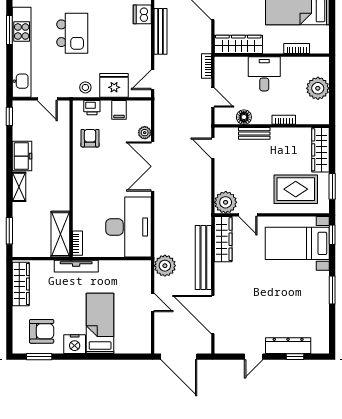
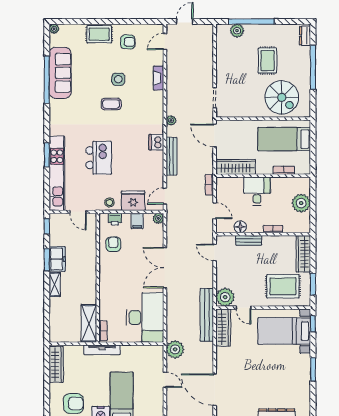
plant: (145, 133) -> (158, 218), moved
window: (9, 231) -> (47, 260), moved
bench: (203, 257) -> (207, 315), moved

